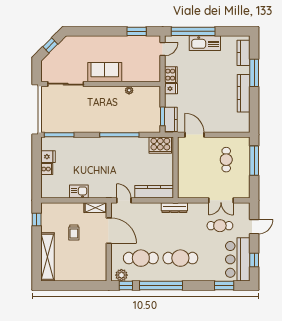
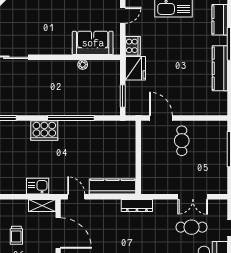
sofa: (105, 72) -> (93, 43), moved
fridge: (171, 89) -> (135, 68), width x1.88, depth x1.34
kitchen counter: (171, 119) -> (133, 100), removed
cooker: (160, 145) -> (44, 130), moved
cafe table: (226, 160) -> (182, 141), moved
kitchen sink: (79, 192) -> (38, 186), moved

